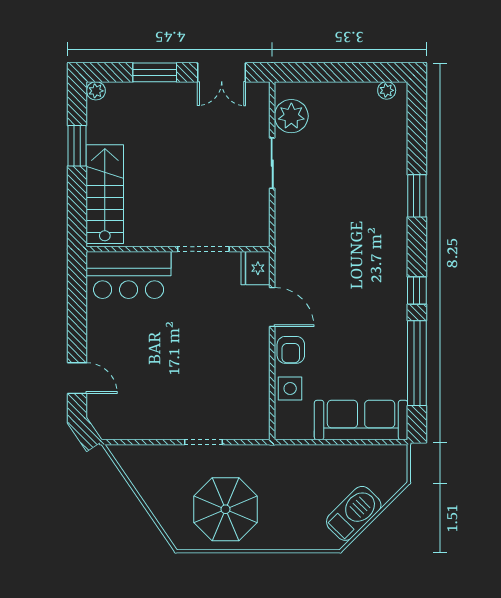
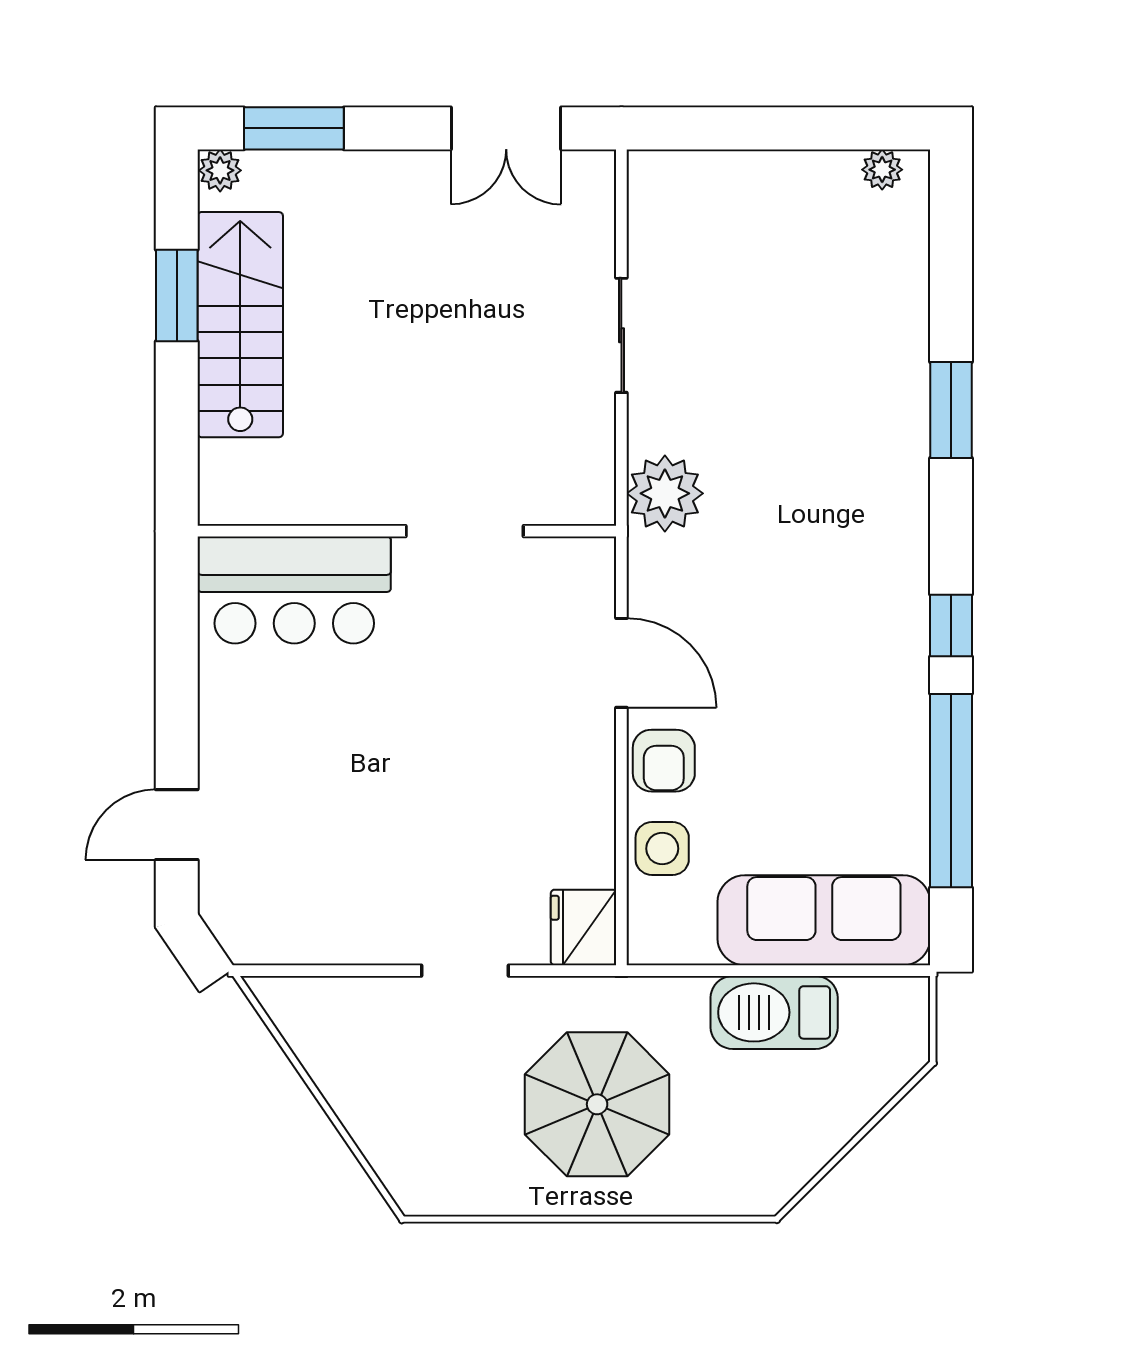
window: (155, 72) -> (294, 128), moved
plant: (291, 116) -> (665, 493), moved
stairs: (105, 194) -> (240, 325), moved
fridge: (256, 268) -> (584, 927), moved
door: (77, 378) -> (177, 825), swing flipped
parasol: (226, 509) -> (597, 1104), moved
barbecue: (354, 513) -> (774, 1012), moved, turned -135

